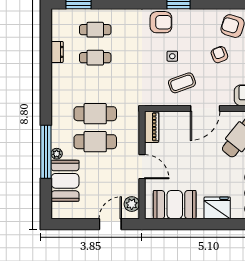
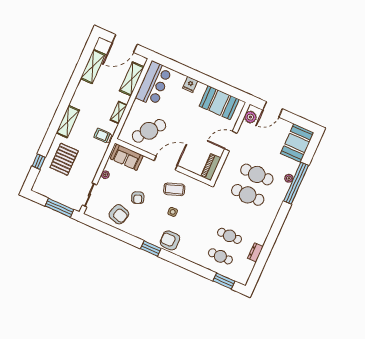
door: (142, 167) -> (231, 141), hinge flipped
booth: (65, 181) -> (297, 143), moved
fridge: (217, 208) -> (190, 84), width x0.53, depth x0.75

